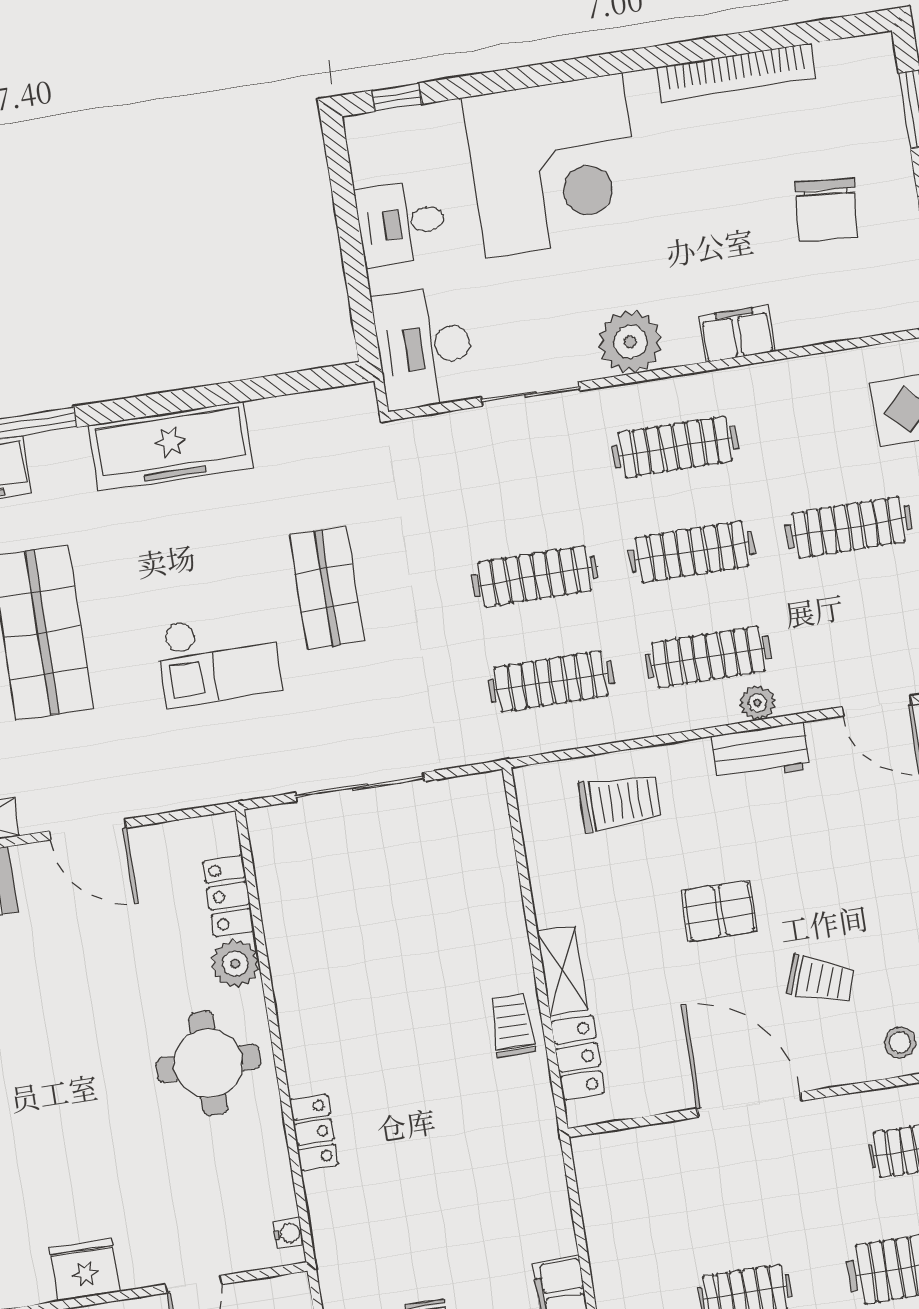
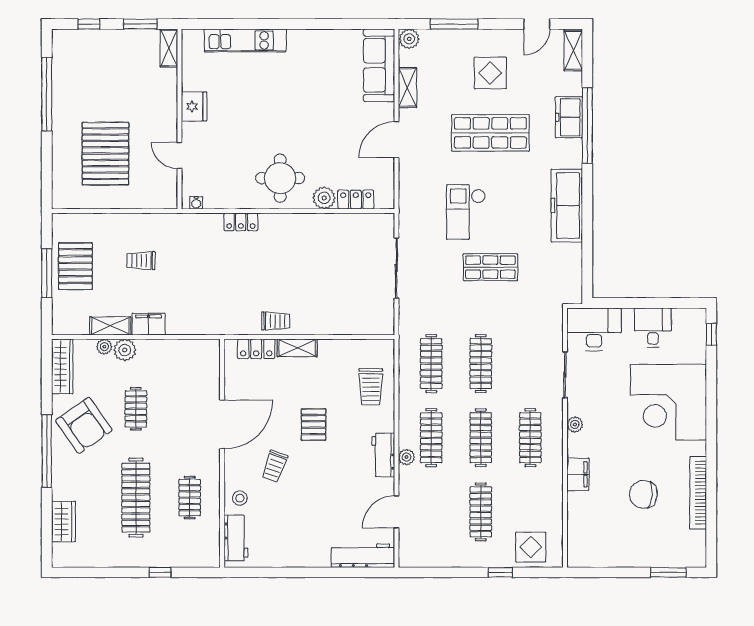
chair: (826, 210) -> (643, 494), moved
plant: (630, 342) -> (575, 424), width x0.53, depth x0.53

